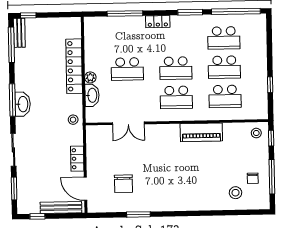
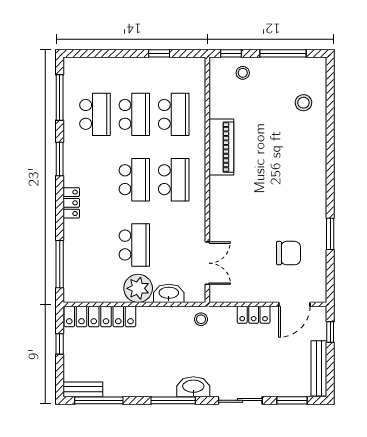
window: (236, 11) -> (60, 97), width x0.68
window: (125, 14) -> (60, 264), moved
window: (28, 15) -> (60, 344), moved
locker: (74, 66) -> (100, 316), moved
plant: (90, 77) -> (138, 288), width x1.88, depth x1.88
washbasin: (23, 104) -> (193, 387), moved
double door: (128, 123) -> (207, 263), moved
stool: (256, 133) -> (243, 73), moved
chair: (253, 178) -> (285, 79), removed
bench: (61, 207) -> (319, 368), moved
window: (37, 216) -> (330, 332), moved

